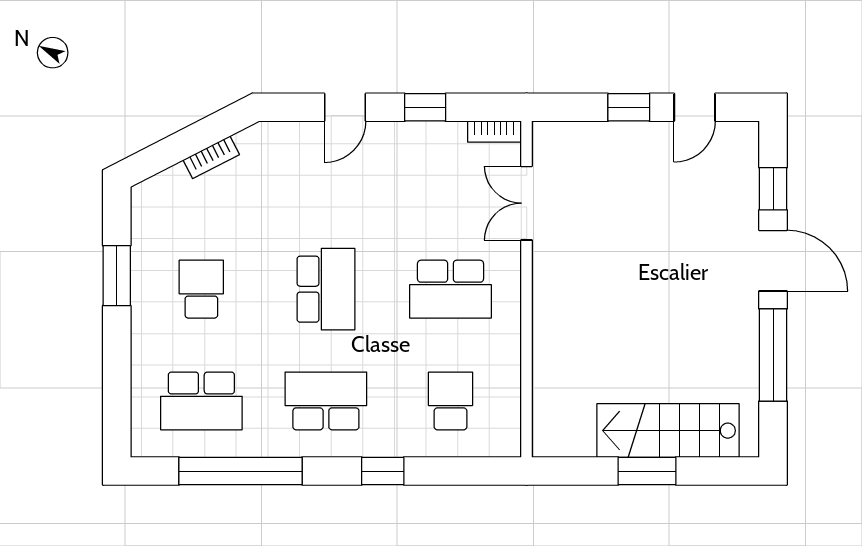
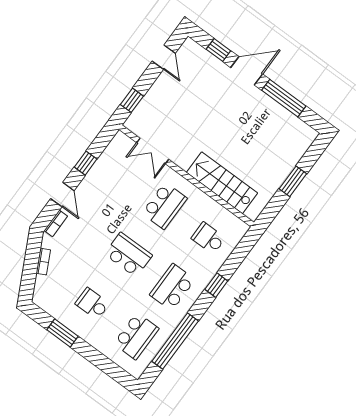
window: (629, 107) -> (132, 100), moved
bookcase: (494, 131) -> (56, 223), moved
stairs: (668, 431) -> (222, 183), moved, turned 90

